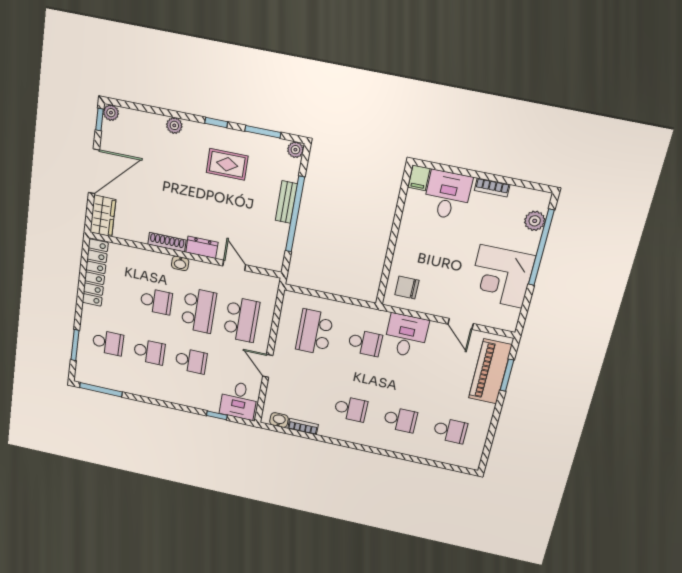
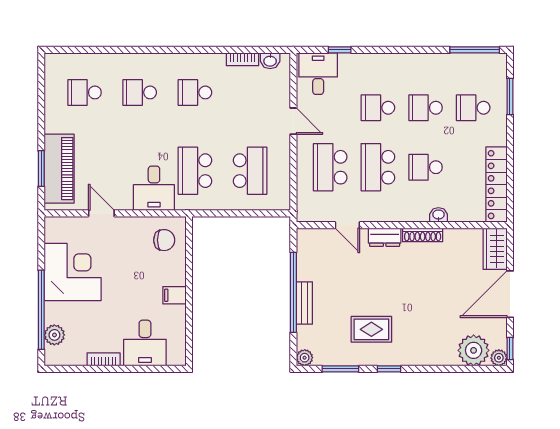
plant: (174, 125) -> (474, 350), moved, width x1.87, depth x1.87
filing cabinet: (419, 178) -> (174, 295), moved, turned -90
washbasin: (180, 263) -> (438, 215), moved
school desk: (365, 343) -> (195, 171), width x1.85

